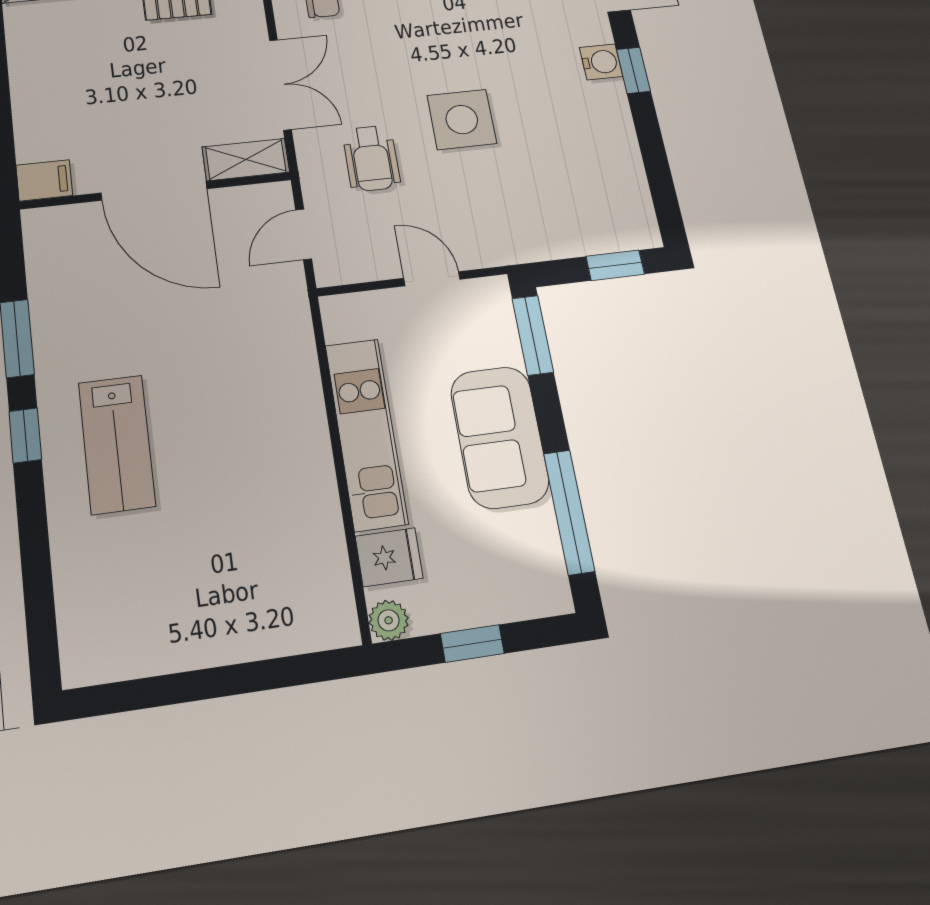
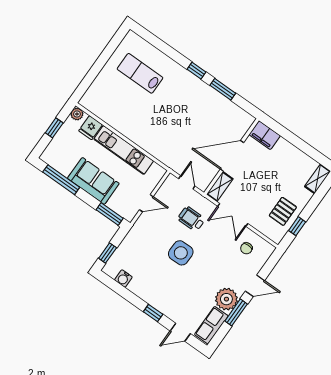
water cooler: (601, 62) -> (123, 279), moved
filing cabinet: (44, 180) -> (265, 135), width x2.00
lab bench: (117, 444) -> (140, 73), moved

